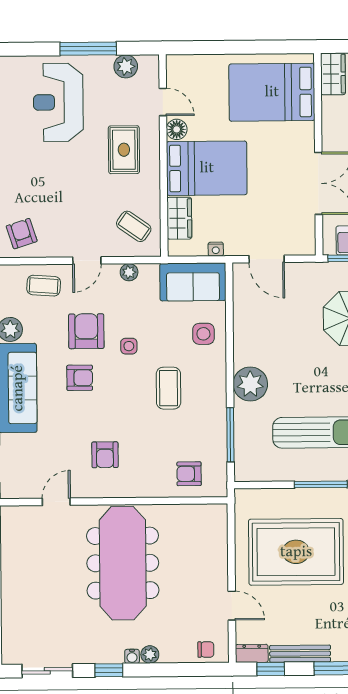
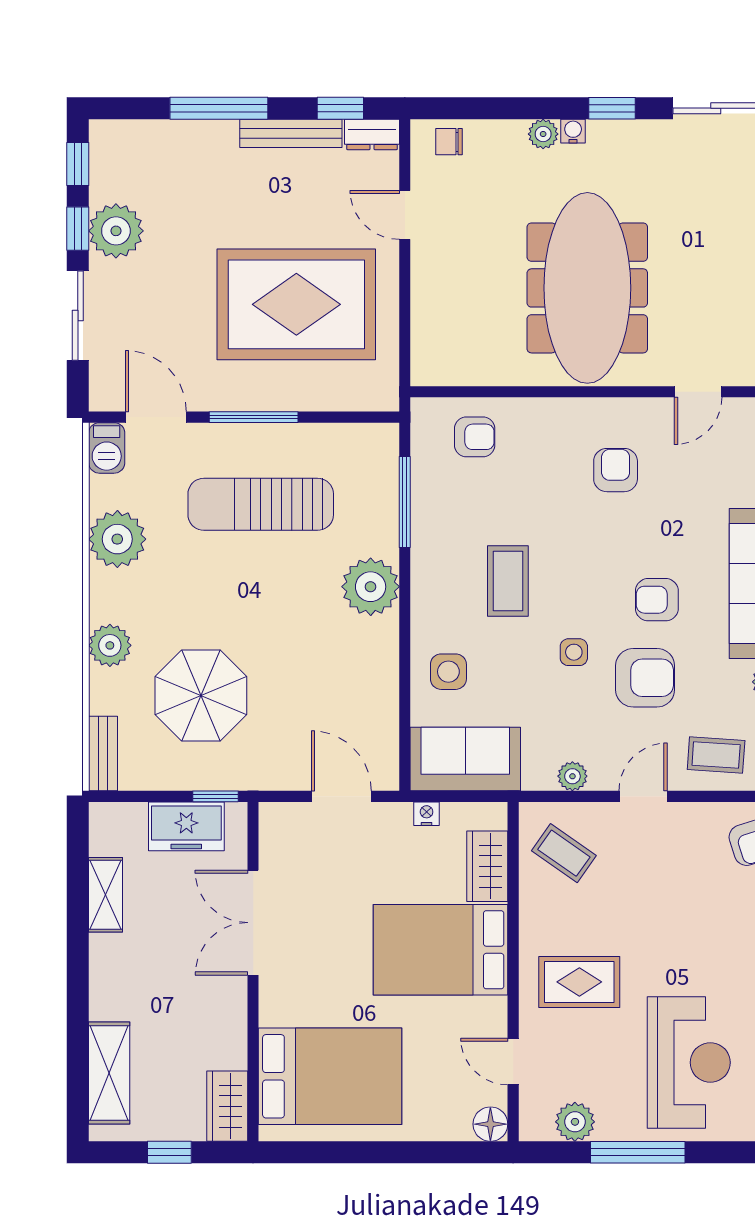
floor lamp: (177, 129) -> (490, 1124), moved
rug: (124, 150) -> (579, 982), turned 90
armchair: (86, 331) -> (645, 678), turned -90

